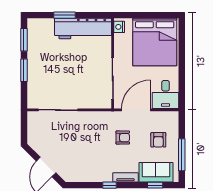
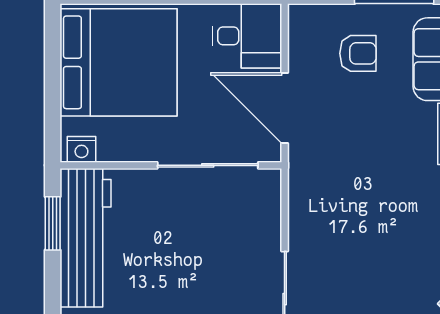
window: (65, 15) -> (53, 223), moved
armchair: (123, 138) -> (352, 141), removed

